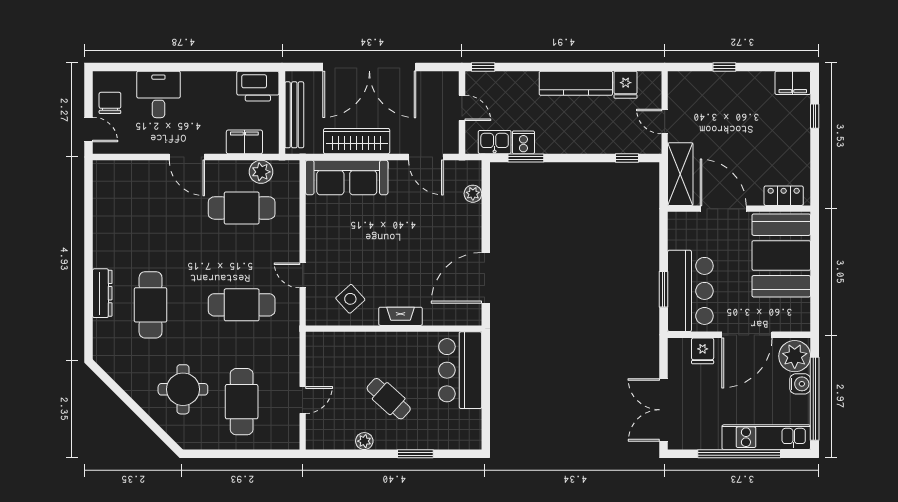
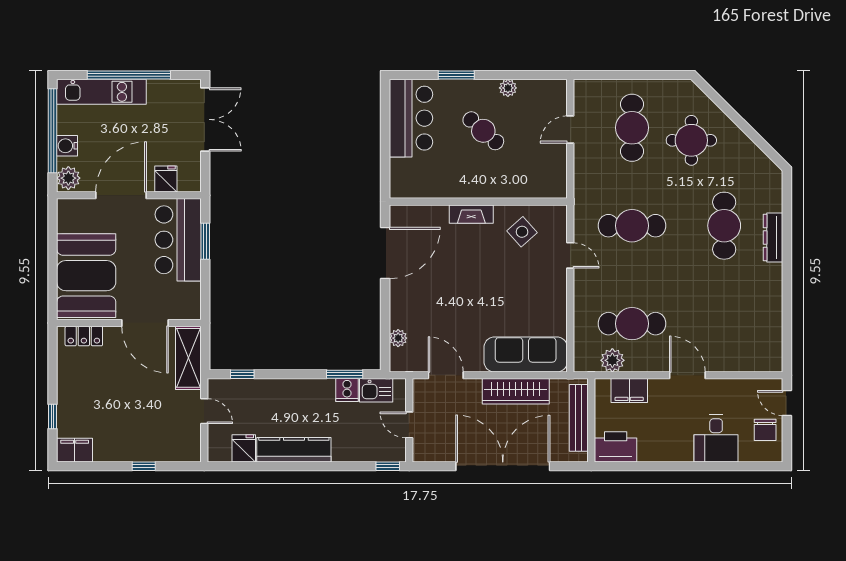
plant: (795, 356) -> (68, 178), width x0.73, depth x0.73
bar counter: (460, 370) -> (411, 118), moved

